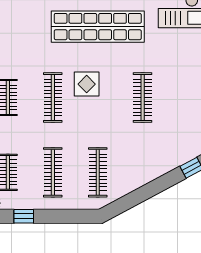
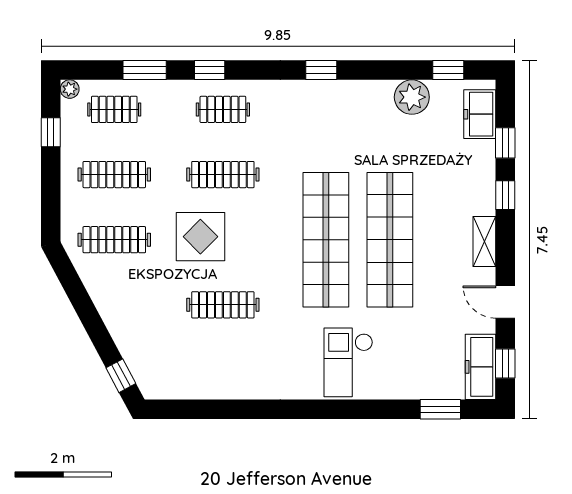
display table: (87, 84) -> (200, 237), moved, width x1.36, depth x1.36

